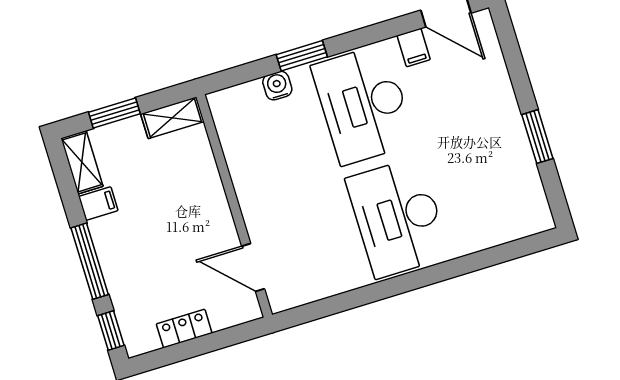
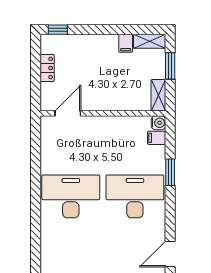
filing cabinet: (414, 48) -> (157, 138), moved
water cooler: (277, 86) -> (158, 123), moved
window: (90, 261) -> (97, 30), removed

